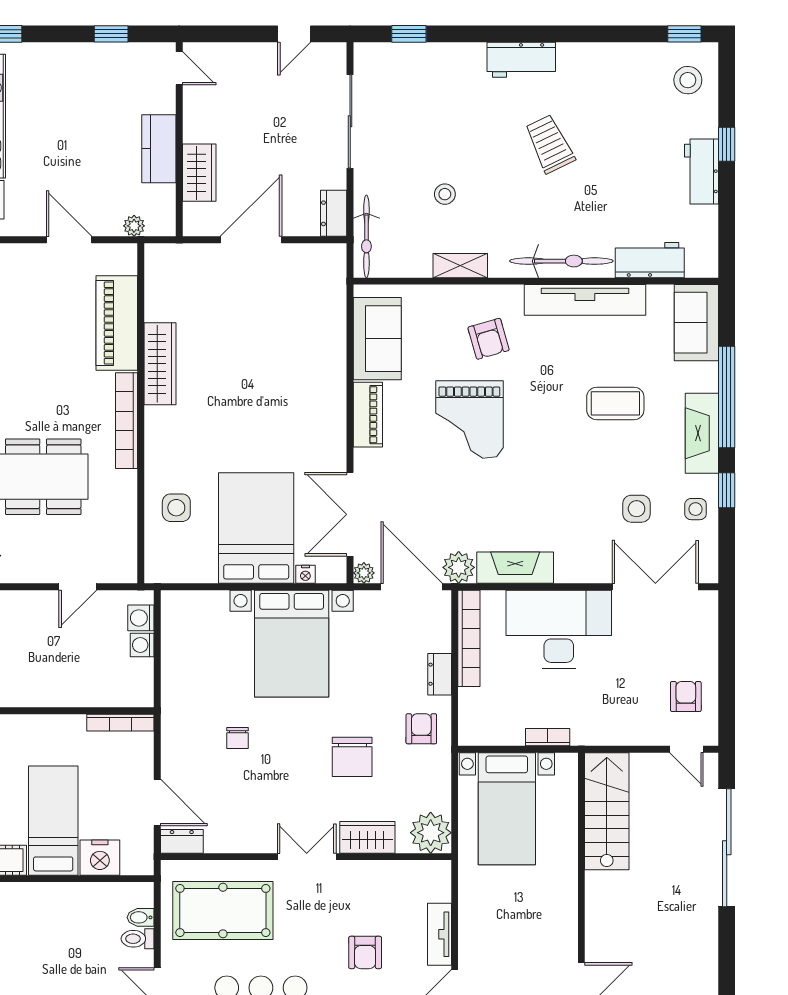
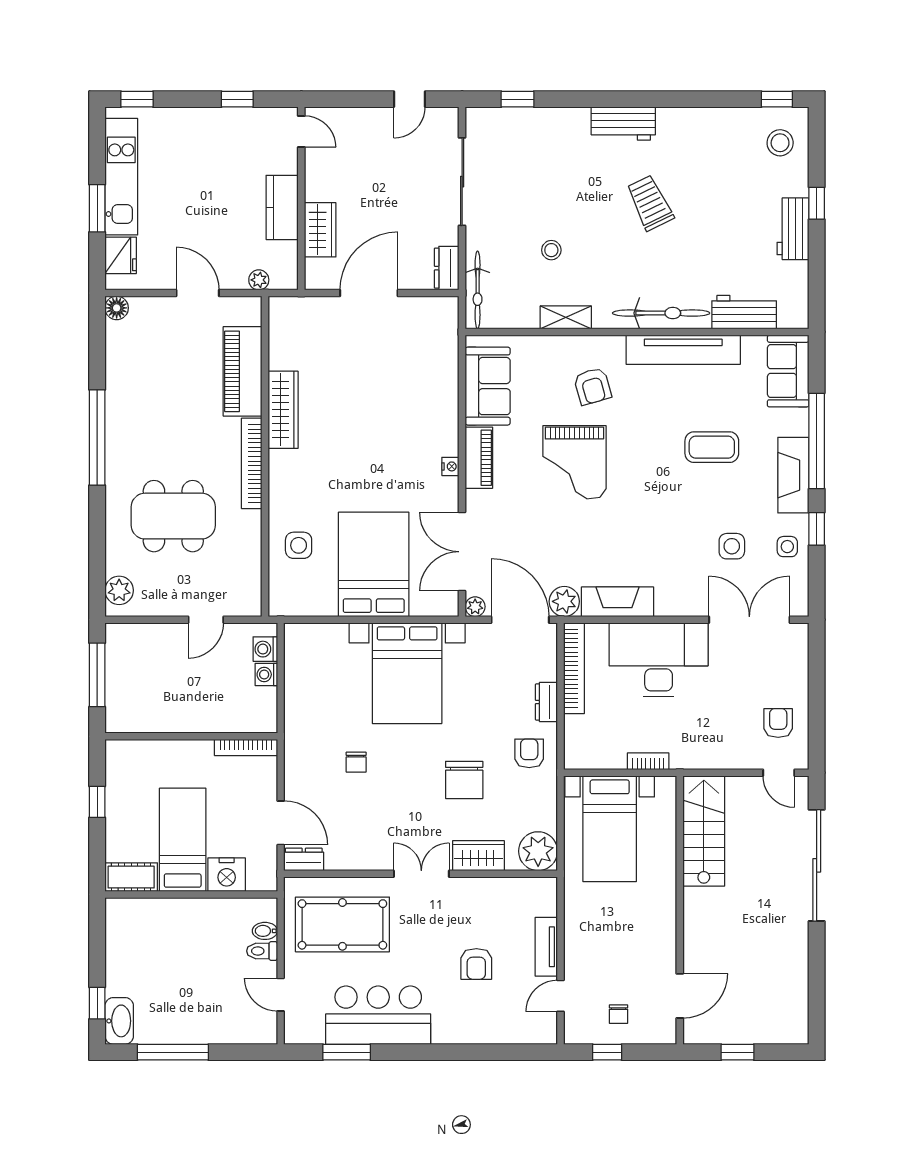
nightstand: (305, 574) -> (450, 466), moved, turned -90

